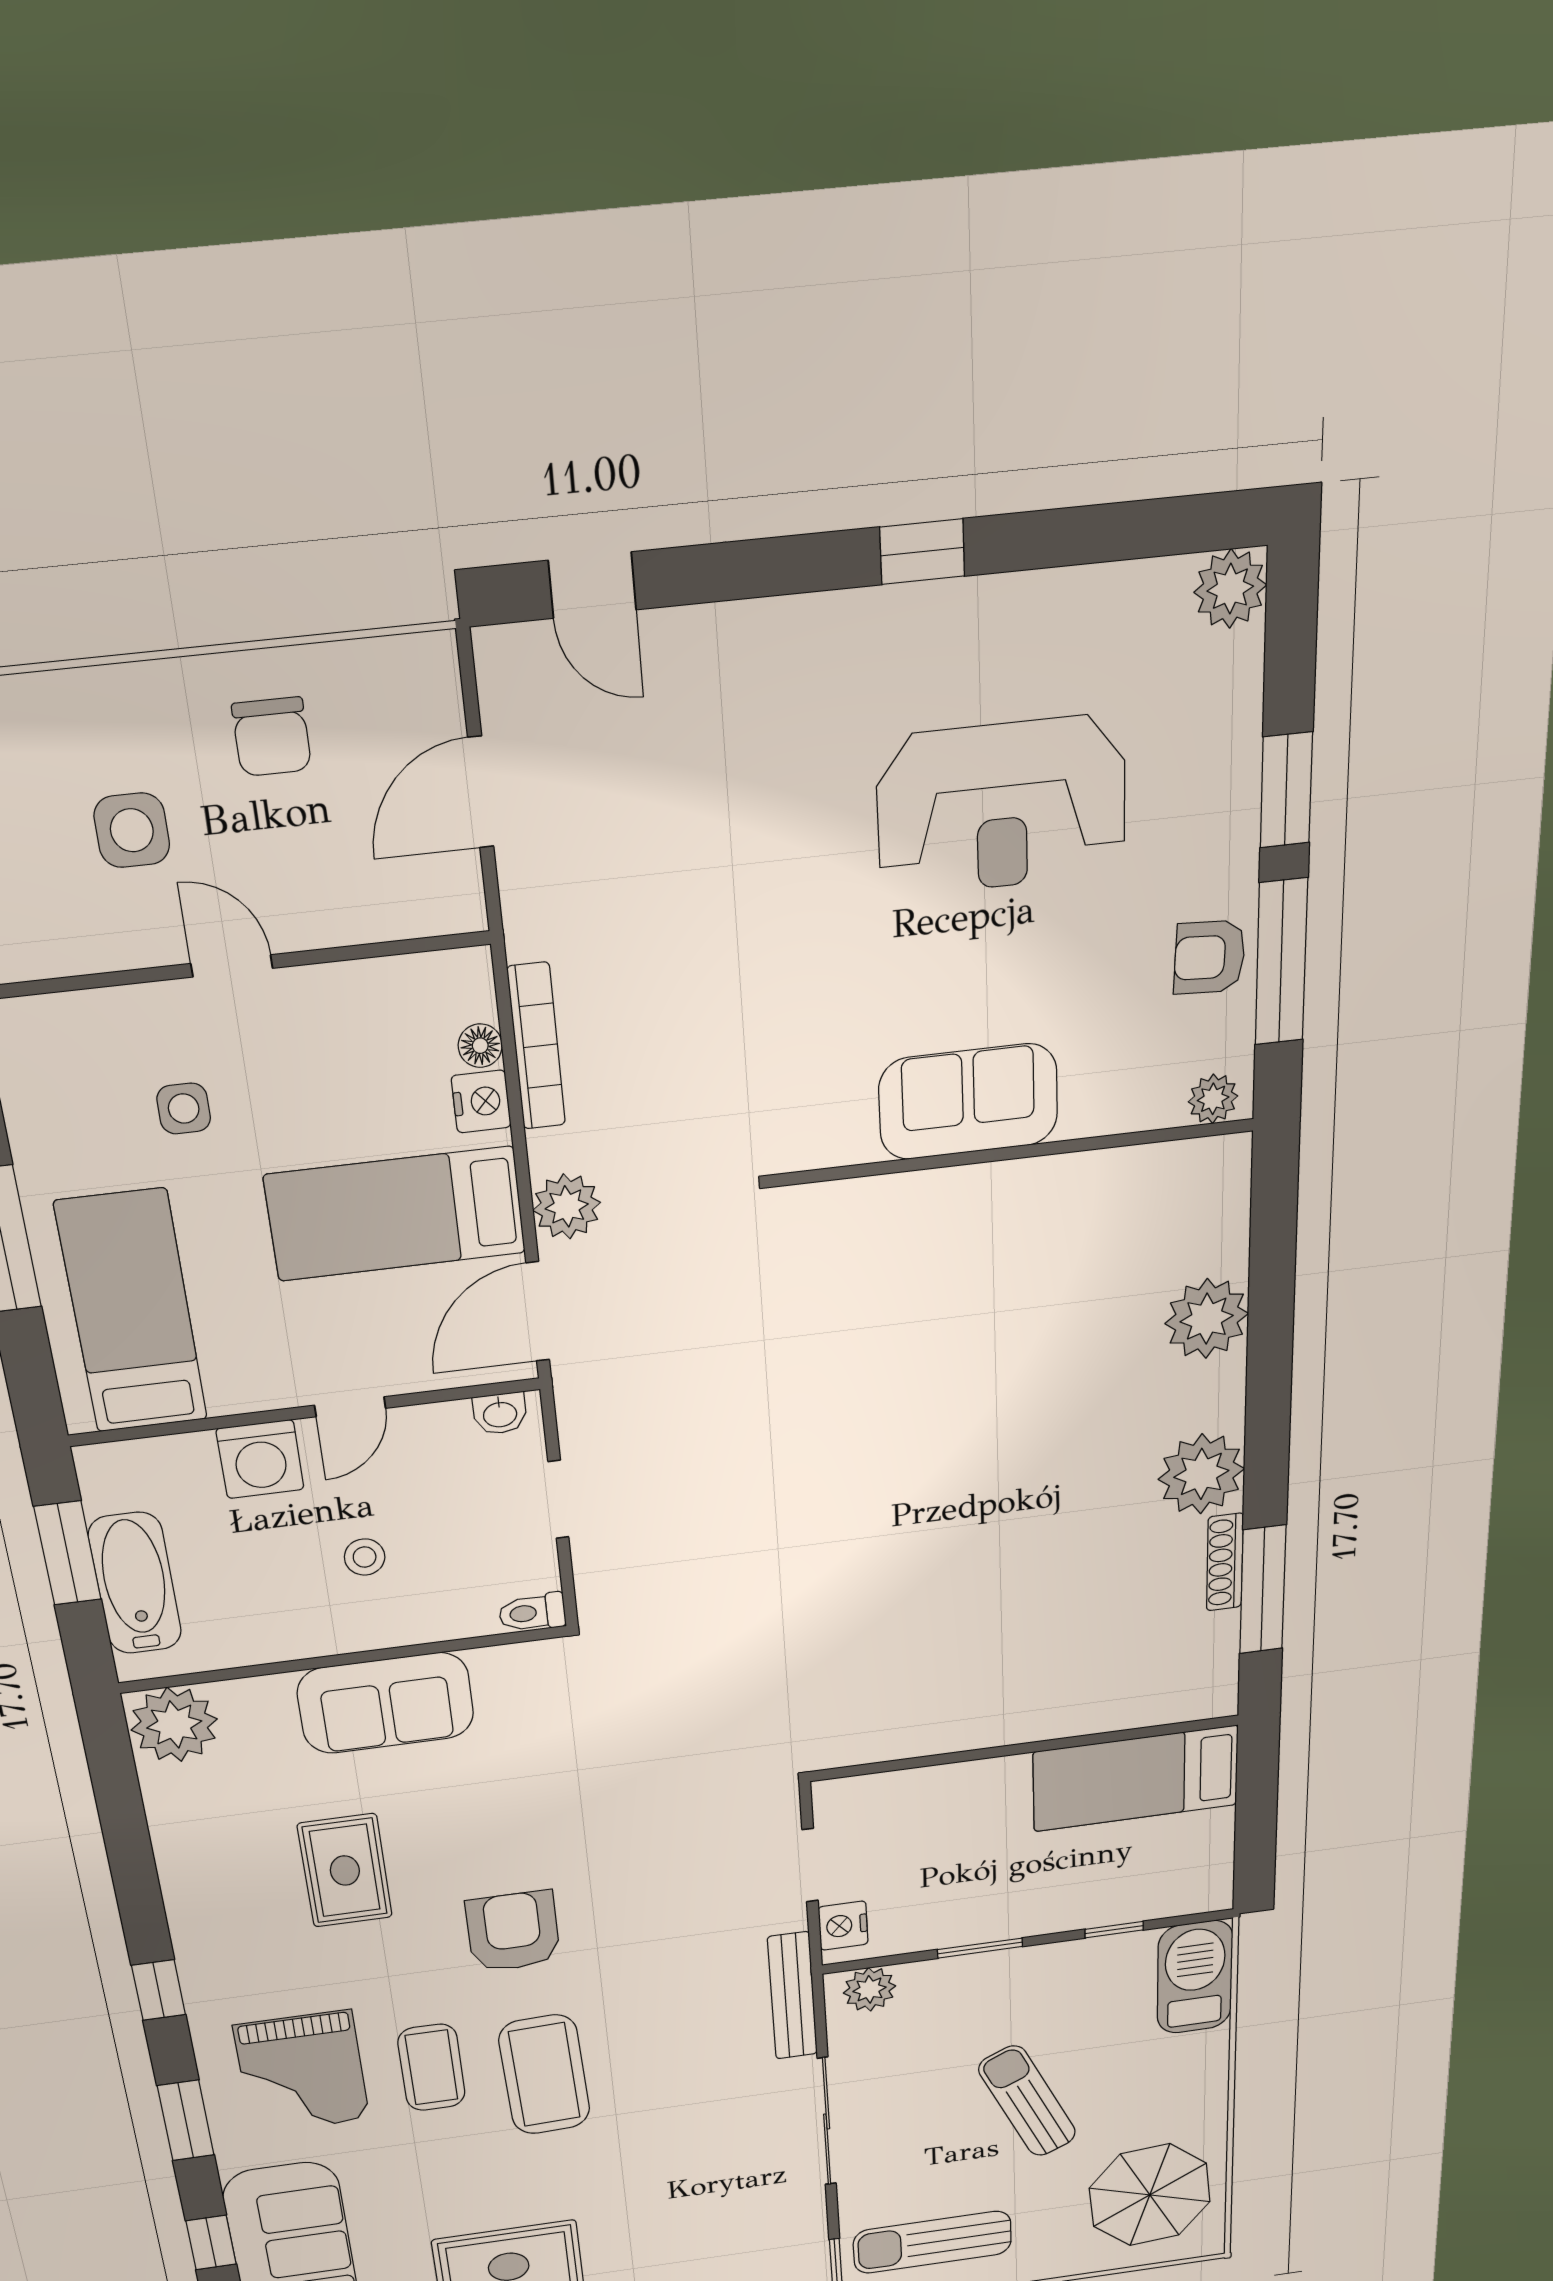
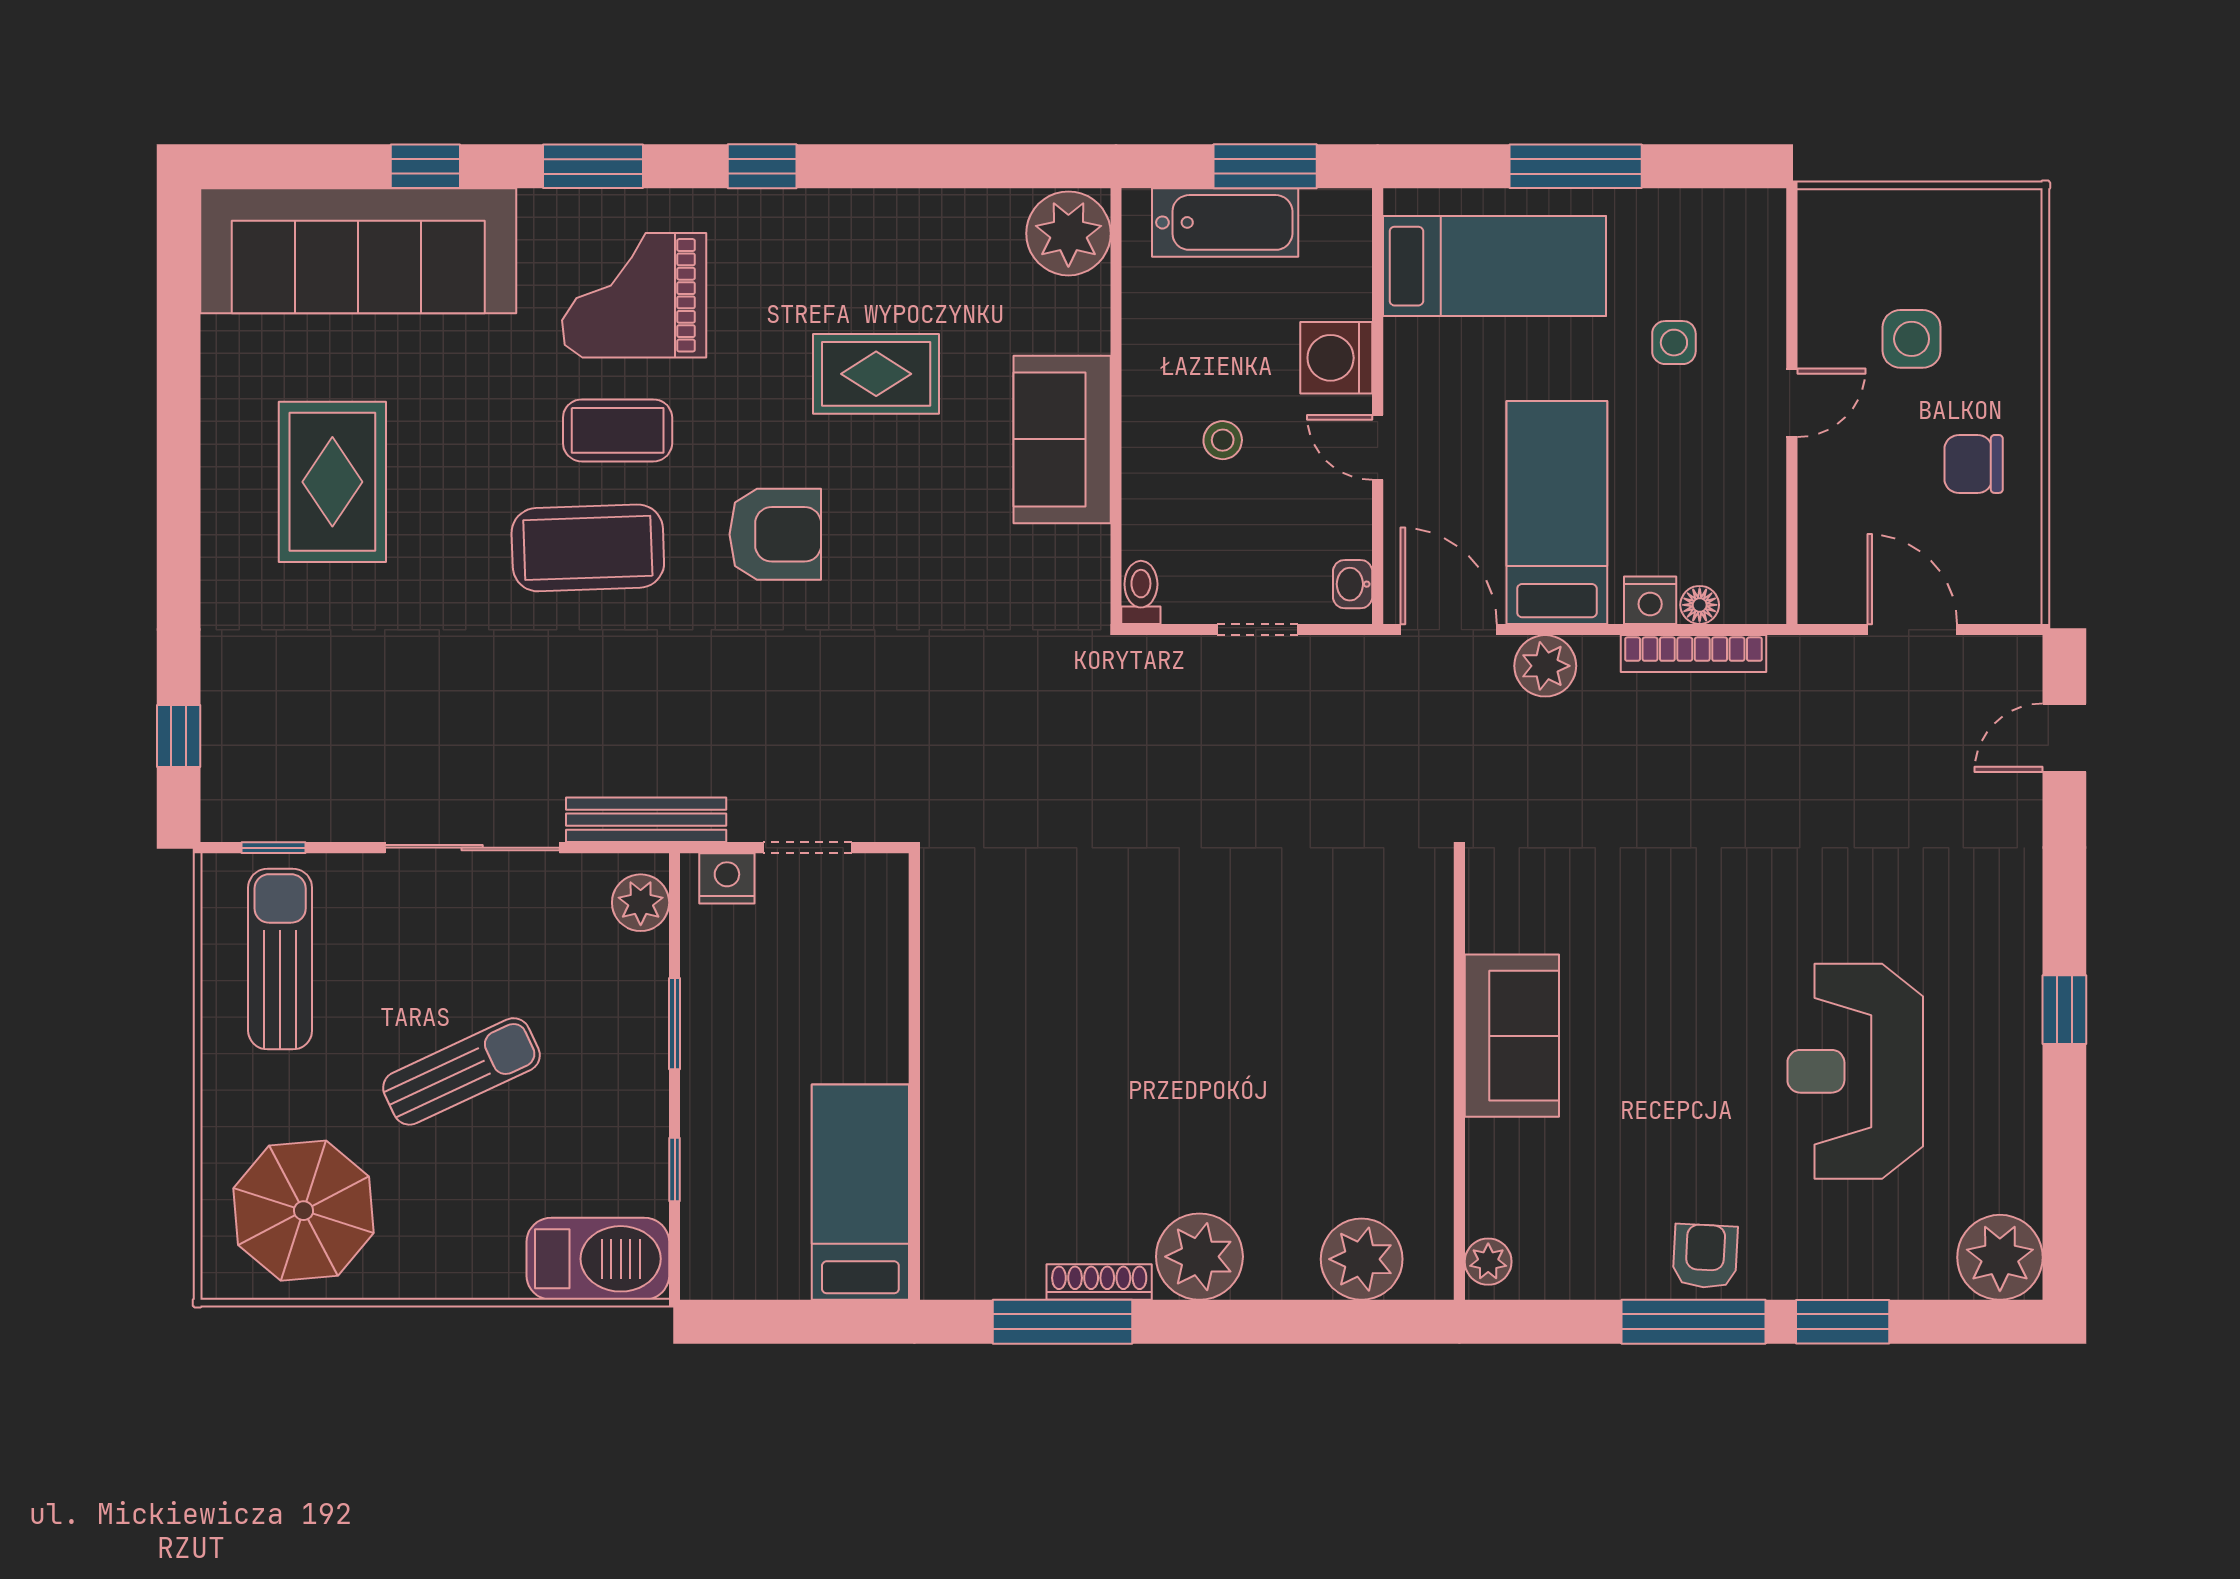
plant: (1230, 589) -> (2000, 1257), width x1.36, depth x1.36
plant: (1213, 1099) -> (1488, 1262), moved
sofa: (968, 1102) -> (1512, 1036), moved
wall: (1014, 1153) -> (1459, 1076), moved

